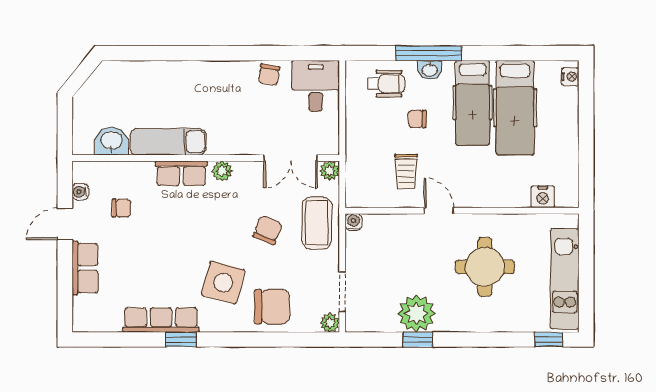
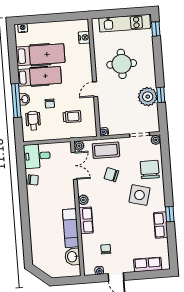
trolley: (406, 171) -> (72, 117), moved
row of seats: (85, 268) -> (148, 264), moved
row of seats: (161, 320) -> (161, 225), width x0.68

